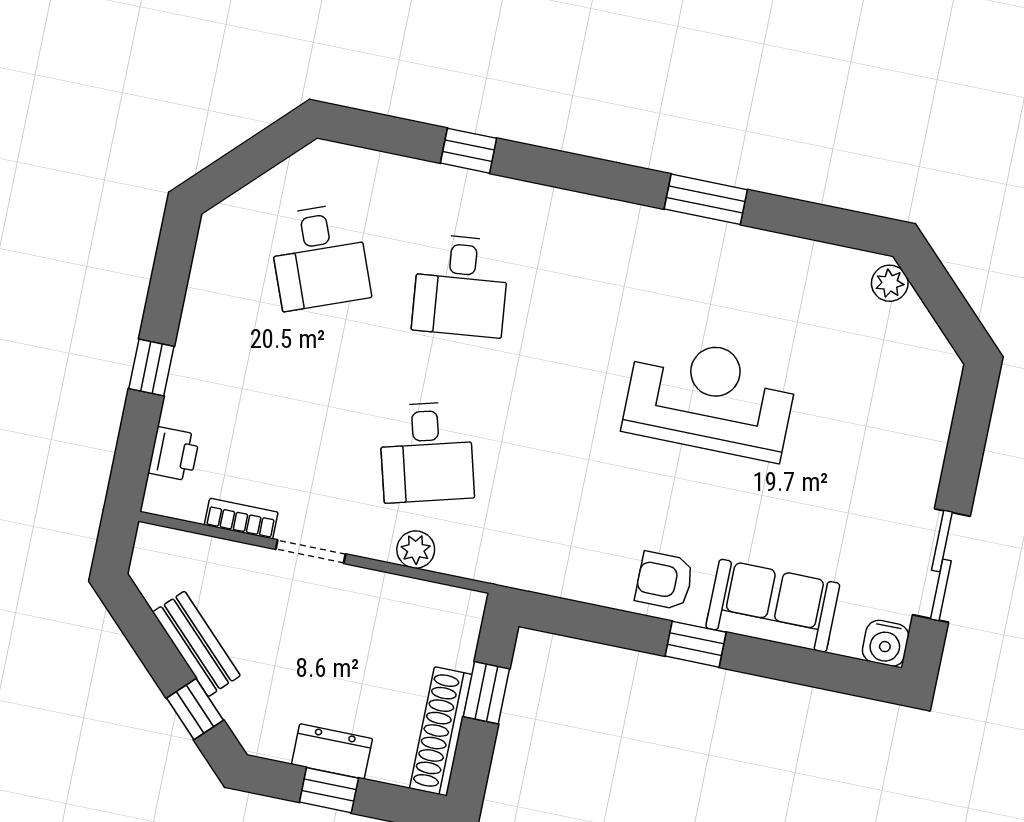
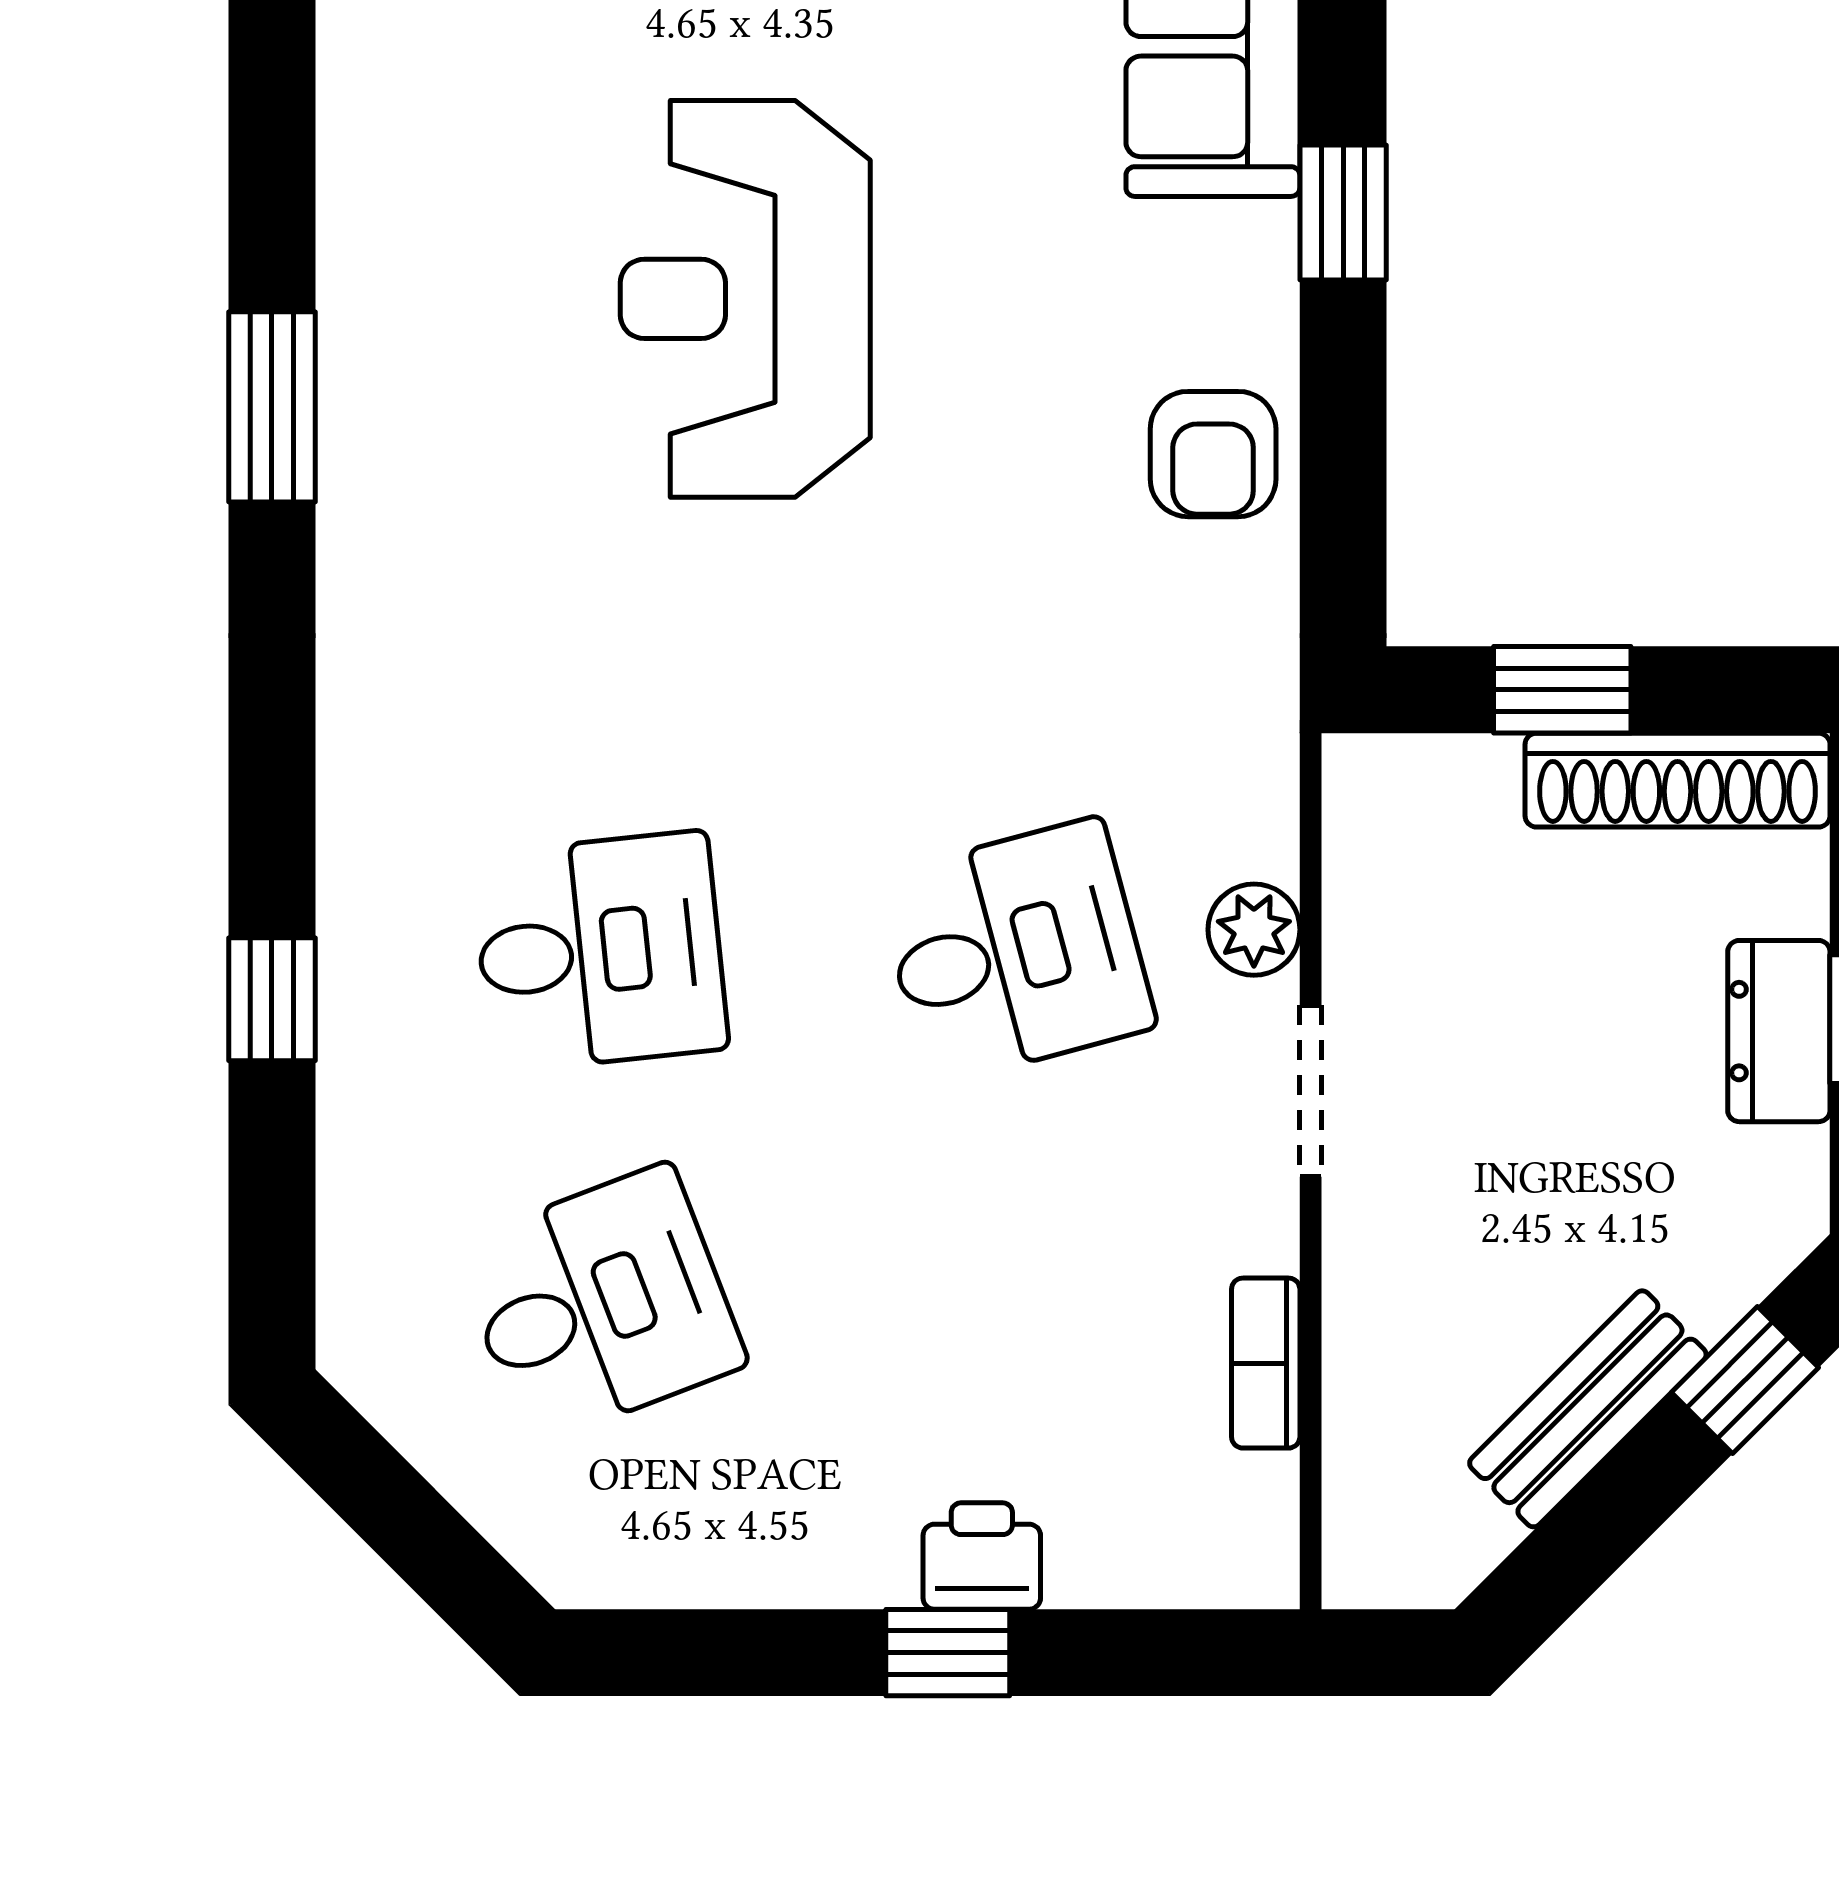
printer: (174, 454) -> (982, 1556), moved
doorway: (311, 552) -> (1311, 1091), moved
armchair: (664, 581) -> (1213, 454), moved

